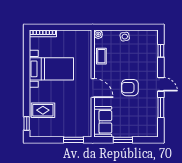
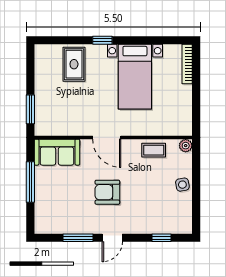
door: (93, 88) -> (107, 137), hinge flipped
armchair: (130, 88) -> (107, 192), turned -90
window: (27, 124) -> (102, 40), moved
window: (123, 140) -> (30, 182), width x1.44

